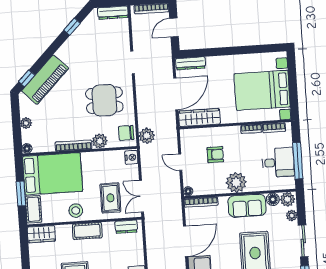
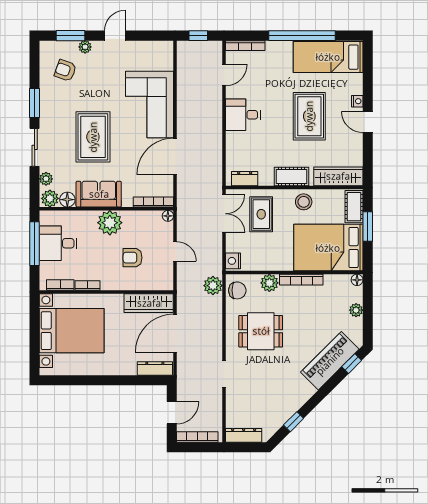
wardrobe: (41, 234) -> (338, 176), width x1.50

